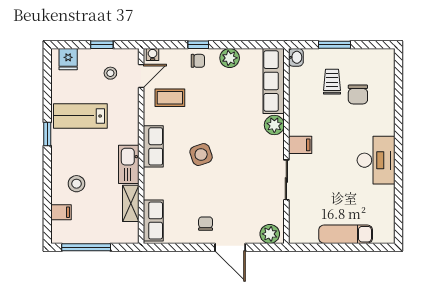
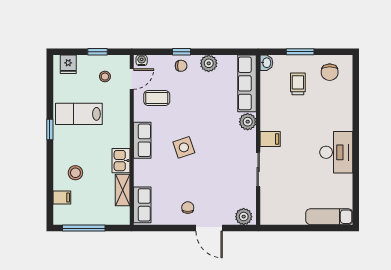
chair: (358, 94) -> (330, 72), moved
kitchen sink: (129, 164) -> (121, 161), width x0.73
exam couch: (346, 234) -> (329, 217), moved

